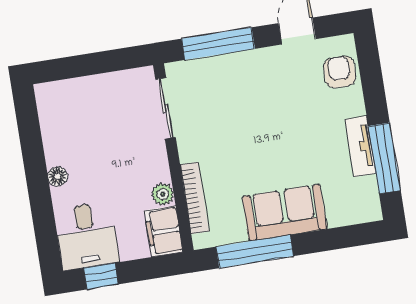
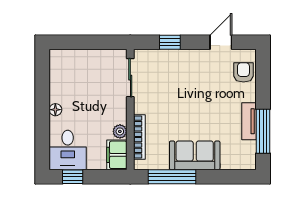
window: (218, 44) -> (170, 42), width x0.46

